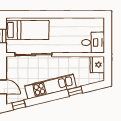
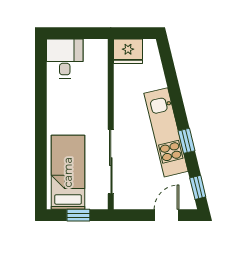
desk: (93, 42) -> (65, 58), moved
window: (75, 91) -> (186, 141), moved

